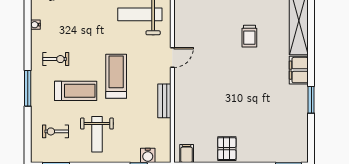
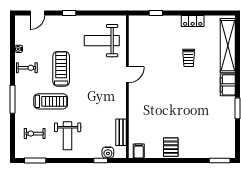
exercise bike: (56, 59) -> (27, 68), moved
treadmill: (116, 76) -> (61, 69), moved
bench: (164, 101) -> (121, 132), moved

